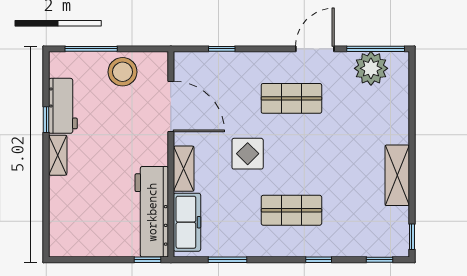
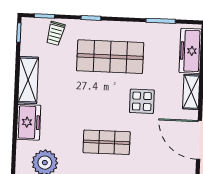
freezer: (394, 120) -> (29, 122), added
shop shelf: (291, 210) -> (110, 57), width x1.43, depth x1.36
trolley: (364, 238) -> (55, 33), added

